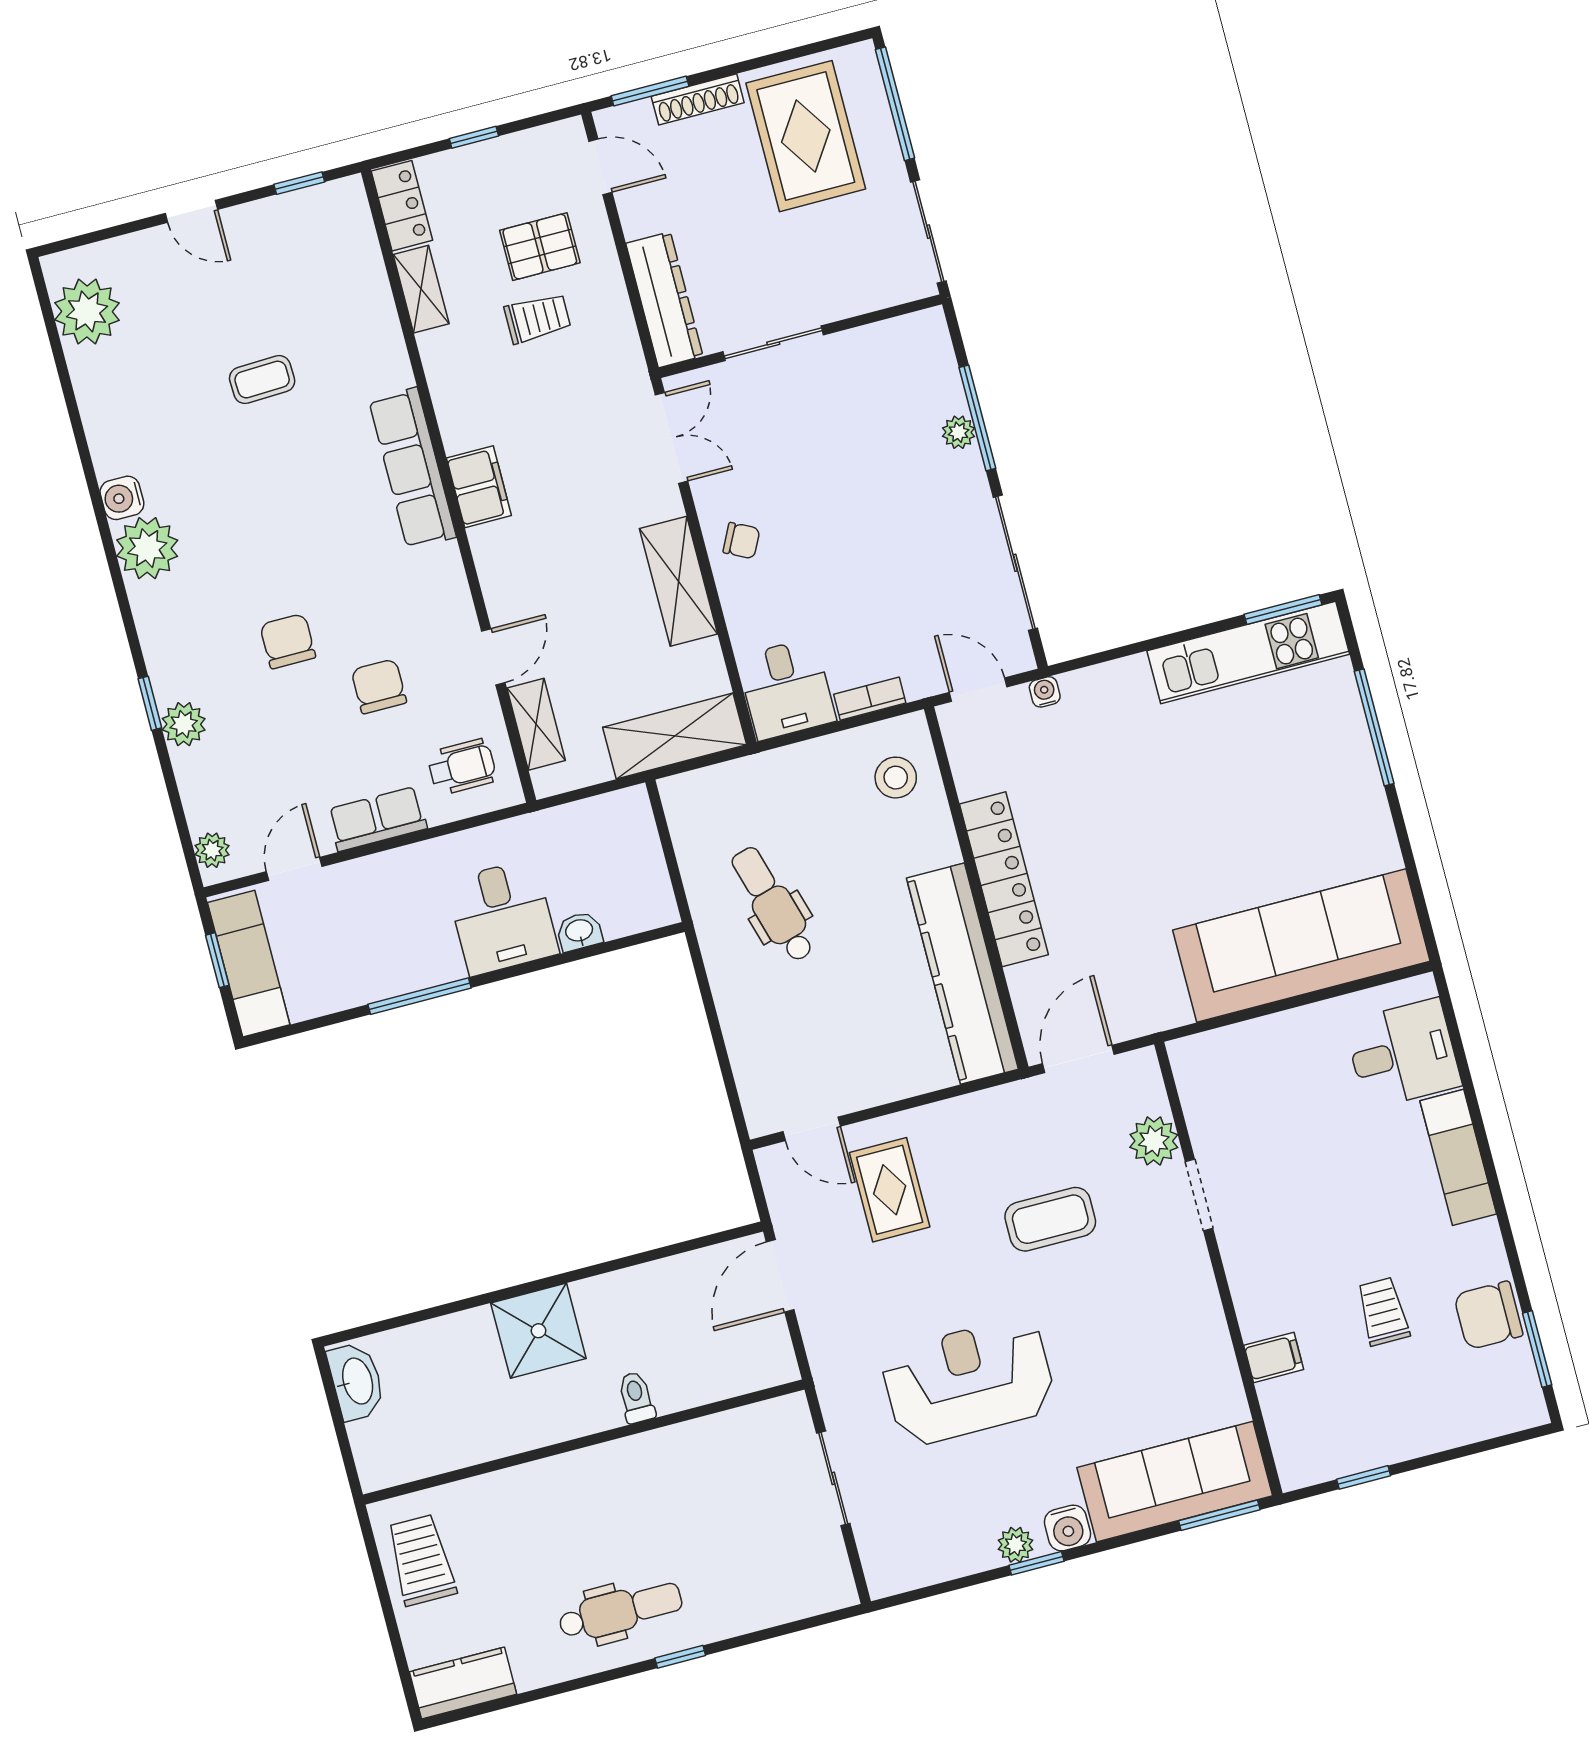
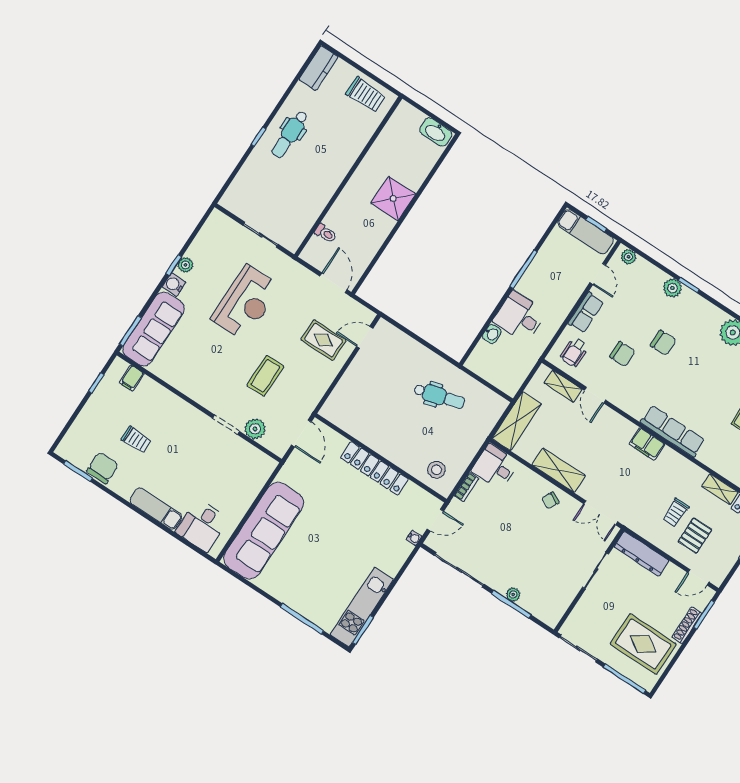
kitchen counter: (962, 974) -> (361, 428), removed
filing cabinet: (1274, 1357) -> (132, 378), moved
toilet: (636, 1397) -> (326, 233), moved

